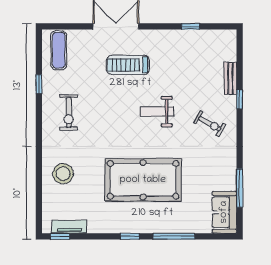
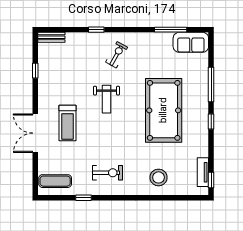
bench: (230, 78) -> (51, 37), moved

